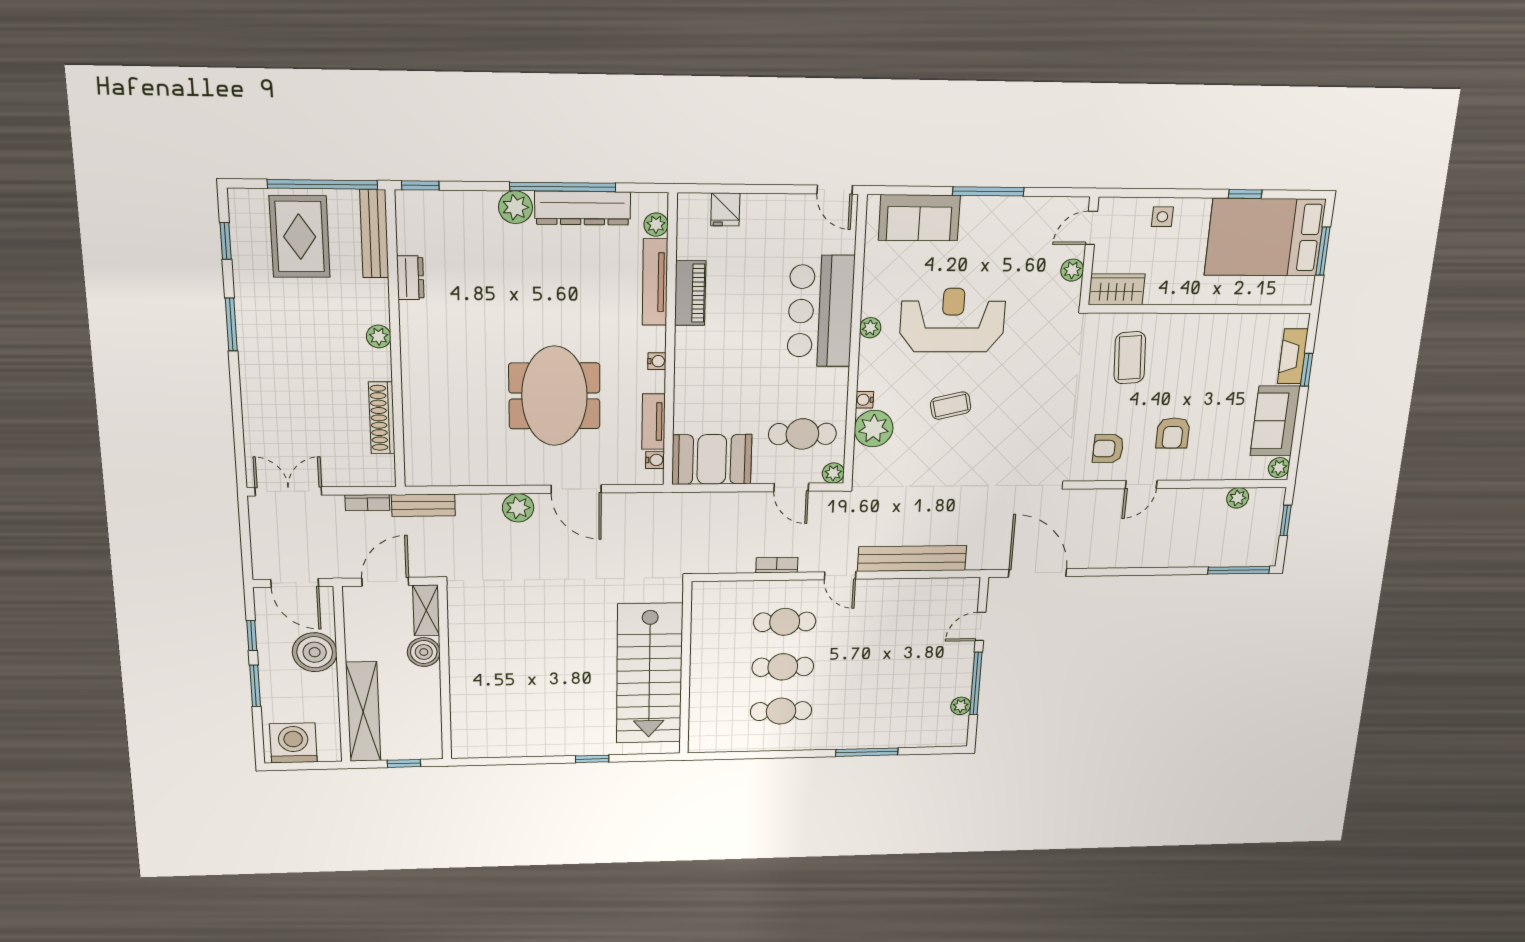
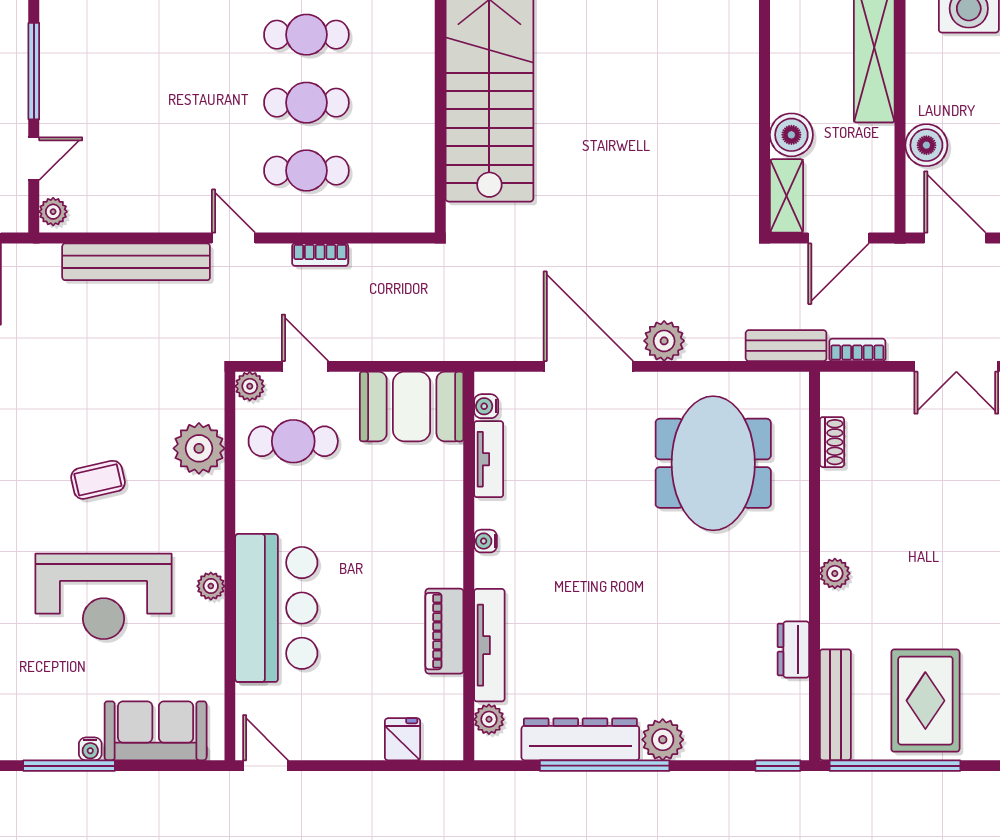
meeting table: (554, 396) -> (713, 463), moved
water cooler: (865, 400) -> (90, 749), moved, turned 90
shoe rack: (382, 418) -> (832, 442), width x0.51, depth x0.81
door: (576, 489) -> (588, 366), width x1.36
boiler: (315, 652) -> (926, 145), width x0.73, depth x0.73
plant: (961, 706) -> (53, 212), moved

